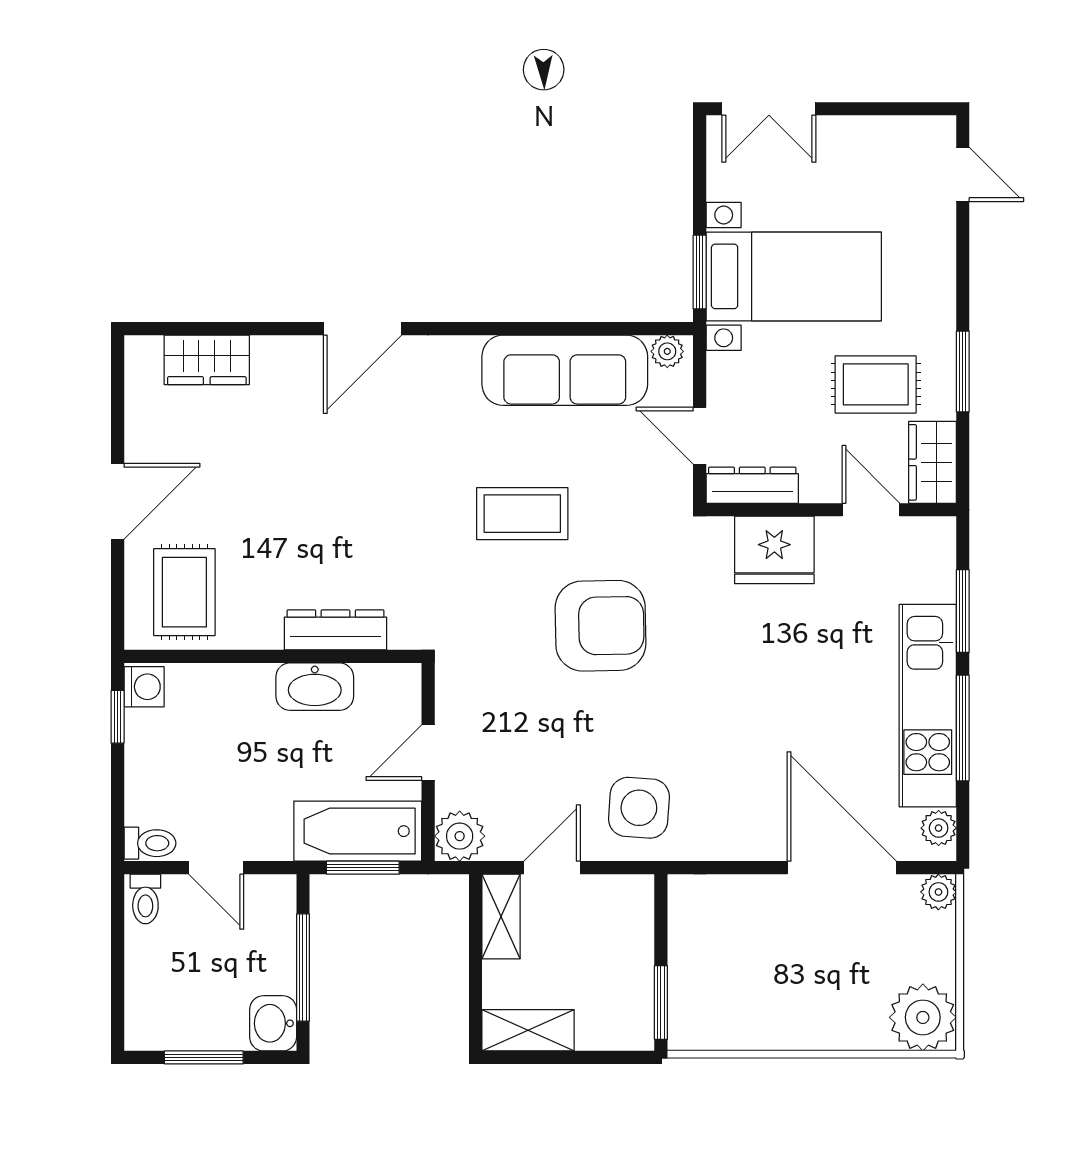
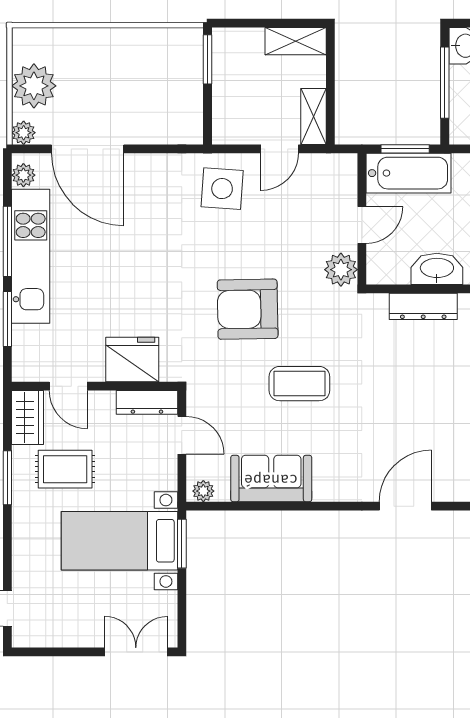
sofa: (565, 370) -> (271, 479), width x0.73
plant: (460, 836) -> (341, 270), moved
plant: (923, 1017) -> (34, 86), moved

